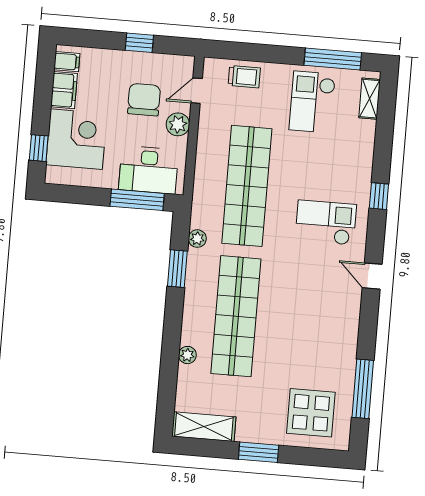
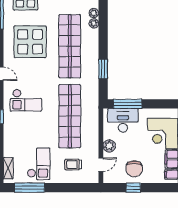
trolley: (244, 77) -> (73, 164), moved
chair: (144, 100) -> (134, 169), moved
plant: (197, 239) -> (94, 13), moved
display table: (309, 331) -> (30, 42), added

